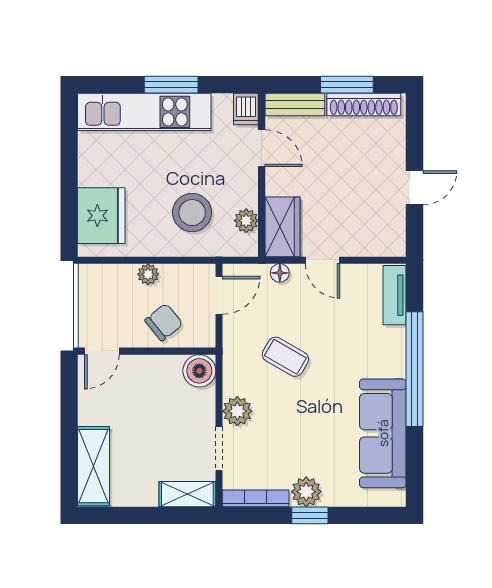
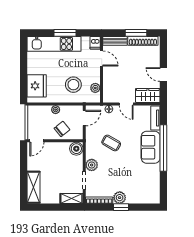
door: (414, 188) -> (163, 75), swing flipped
wardrobe: (282, 227) -> (148, 95), moved, turned -90
sofa: (383, 433) -> (151, 147), moved, width x0.73

